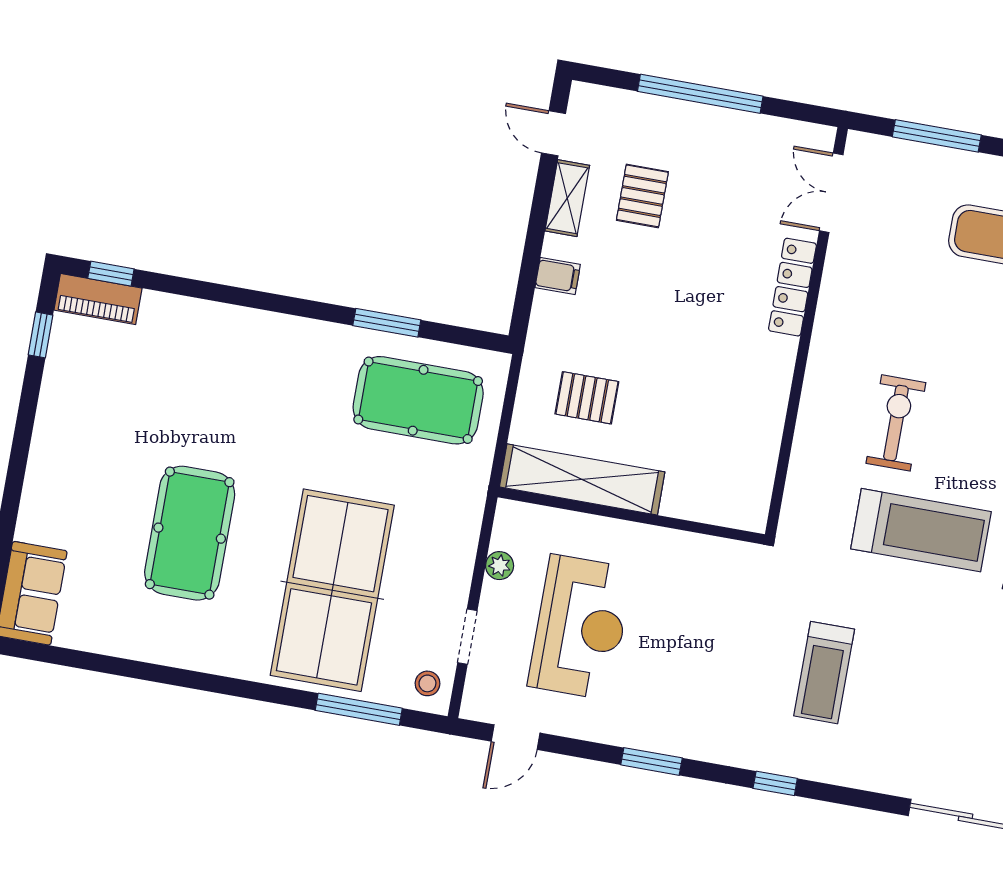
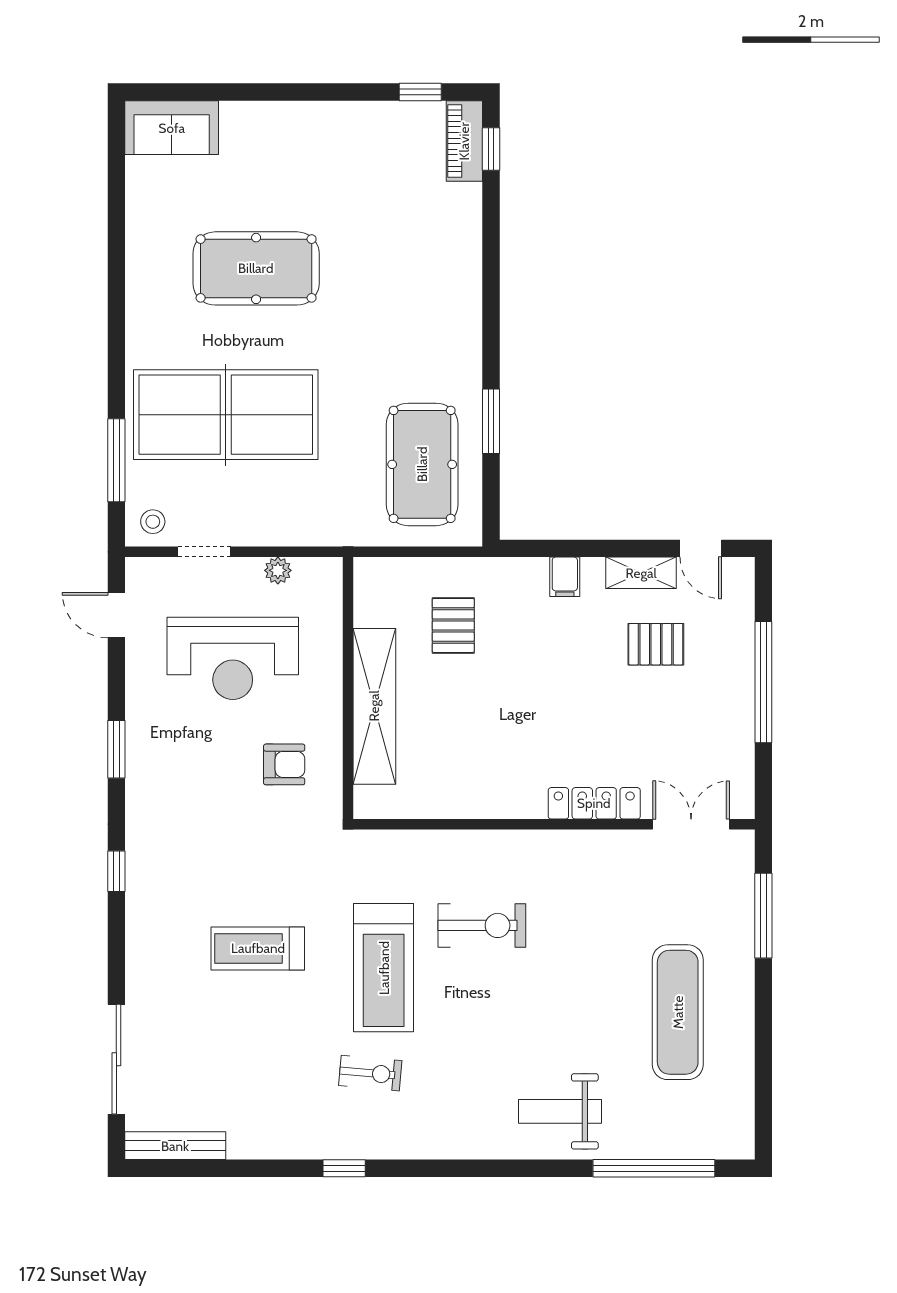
door: (553, 133) -> (701, 548), swing flipped
shelving: (582, 479) -> (374, 706), moved
armchair: (697, 594) -> (284, 764), added
treadmill: (824, 673) -> (258, 948), moved

